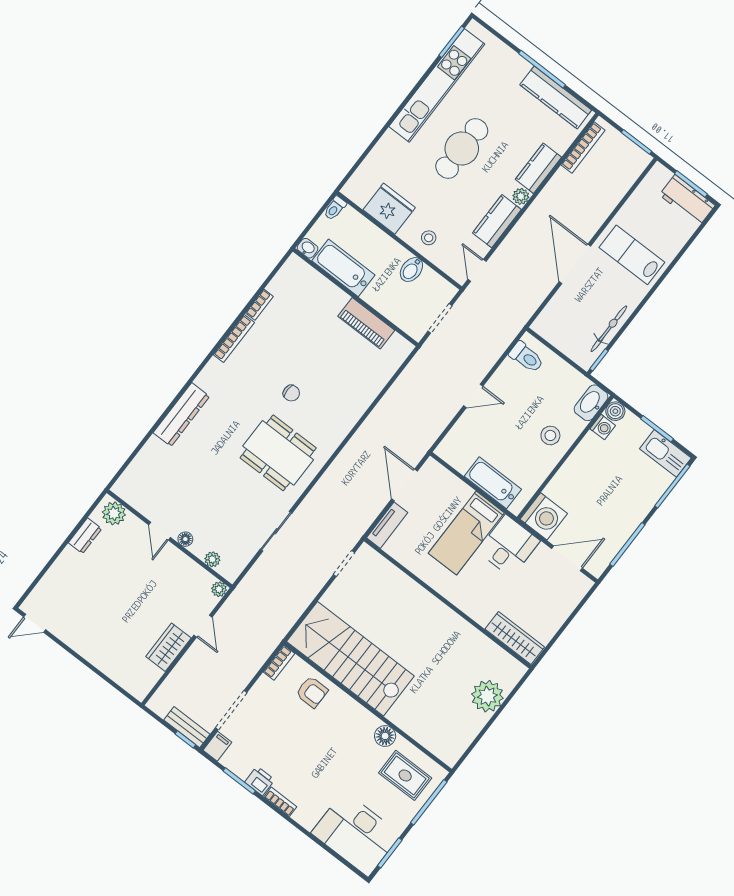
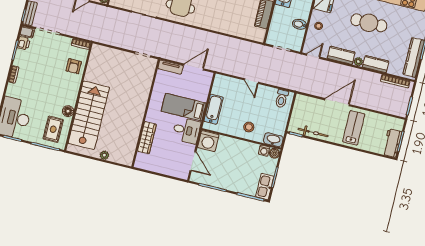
wardrobe: (515, 638) -> (147, 138), moved
stairs: (350, 659) -> (89, 115), moved
plant: (487, 696) -> (104, 155), width x0.53, depth x0.53
printer: (260, 781) -> (24, 43), moved

